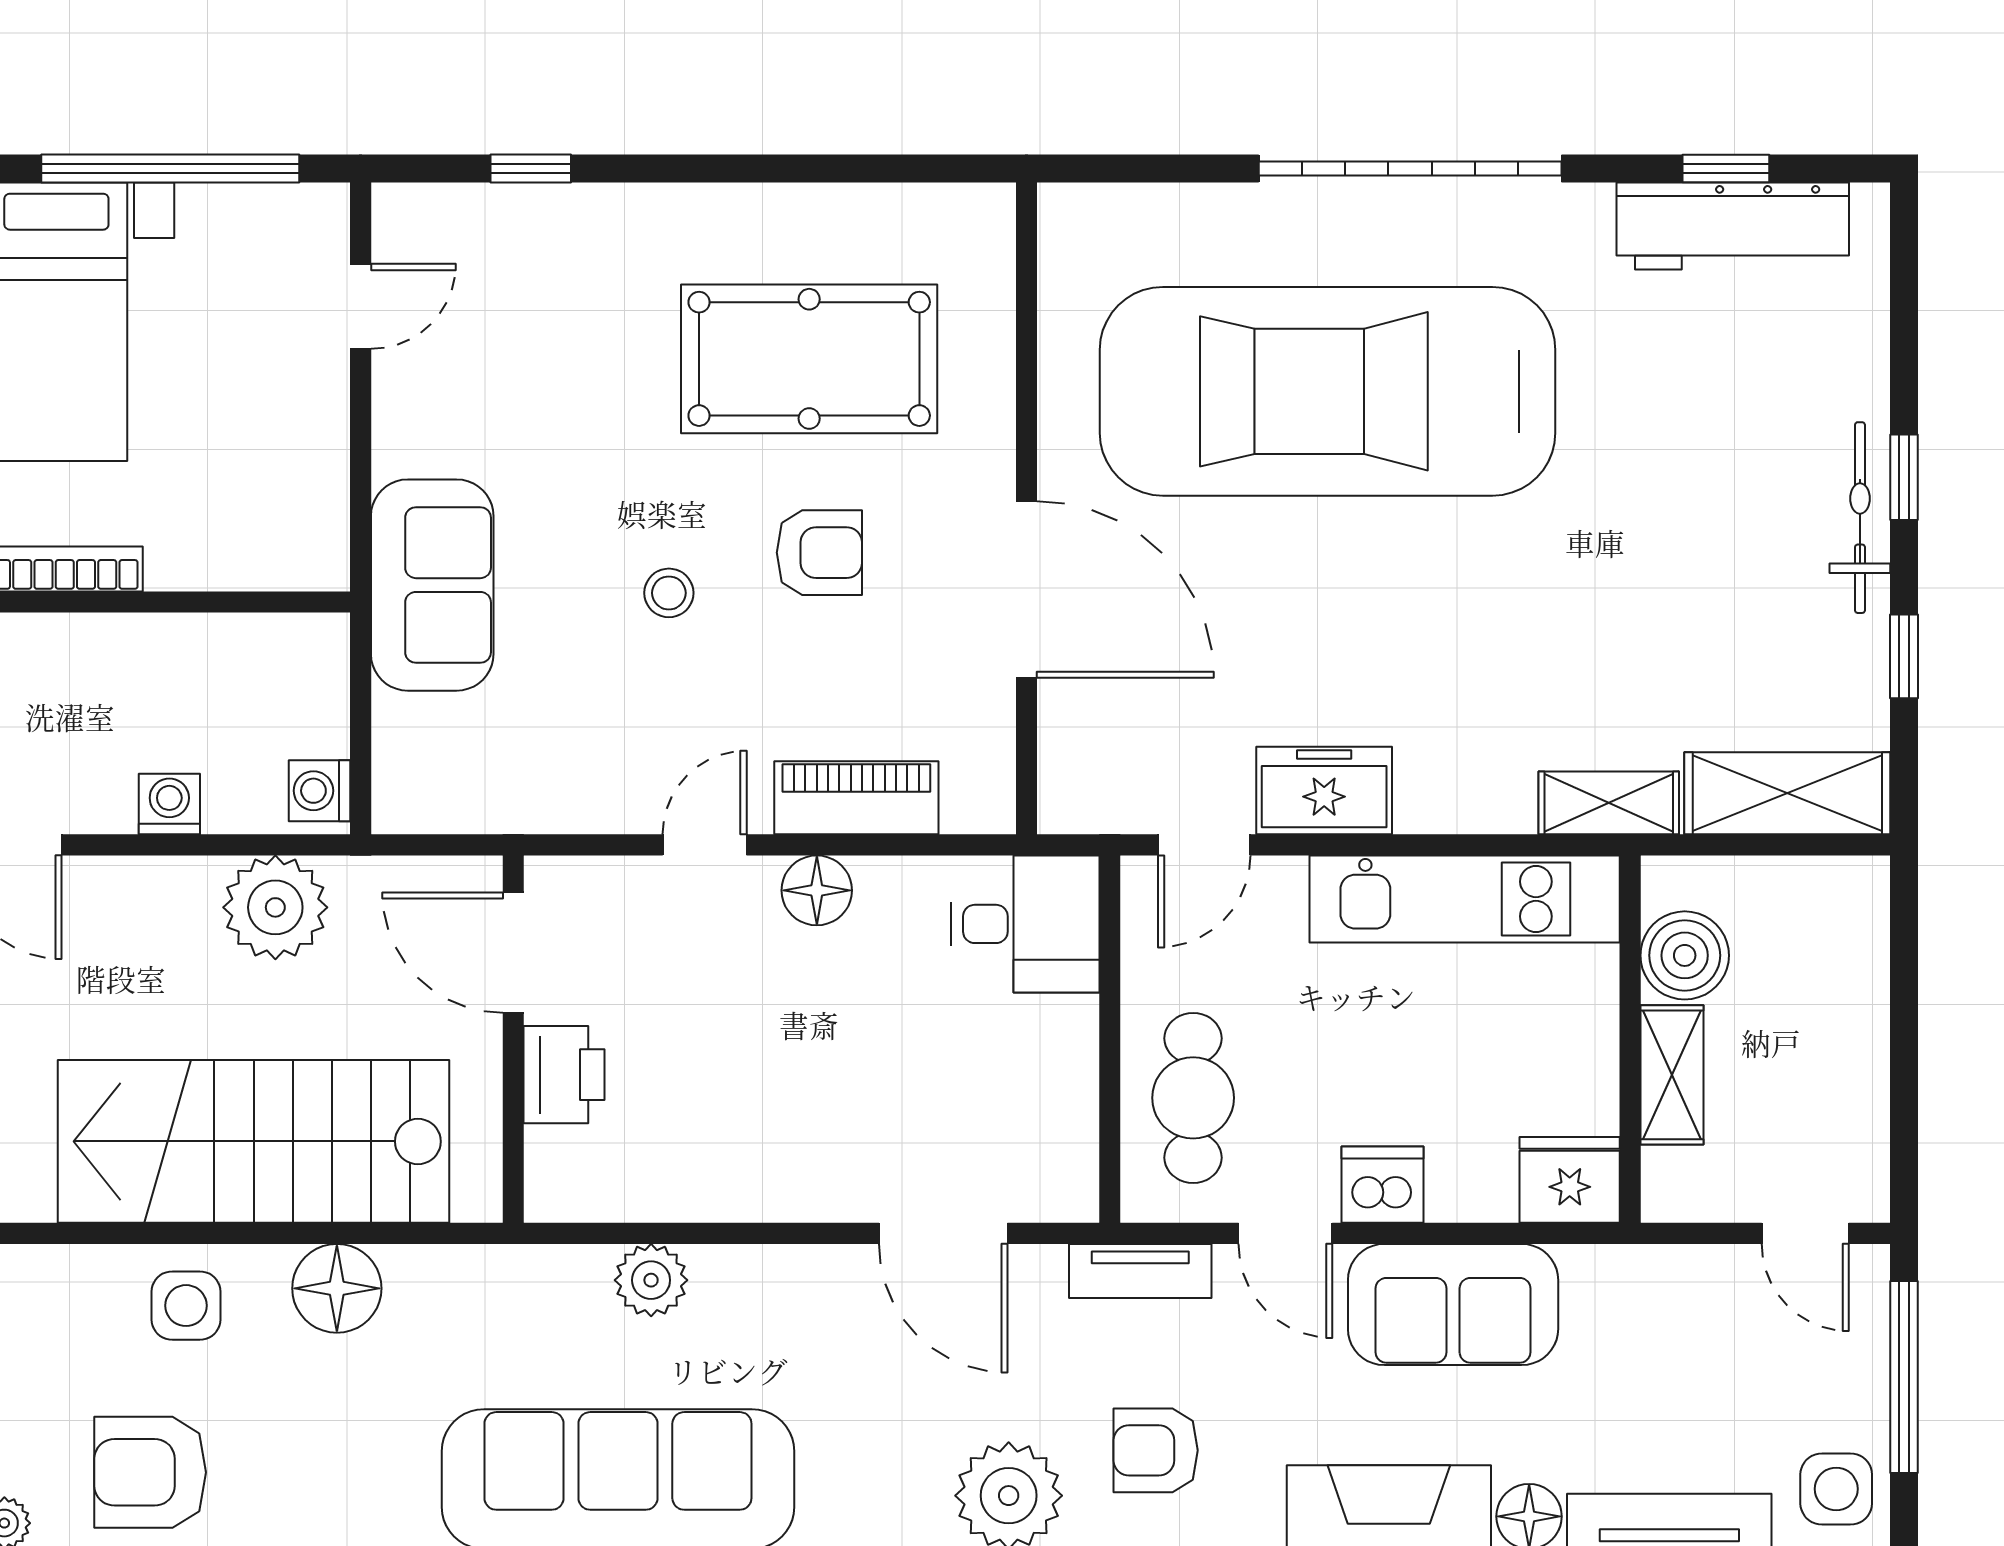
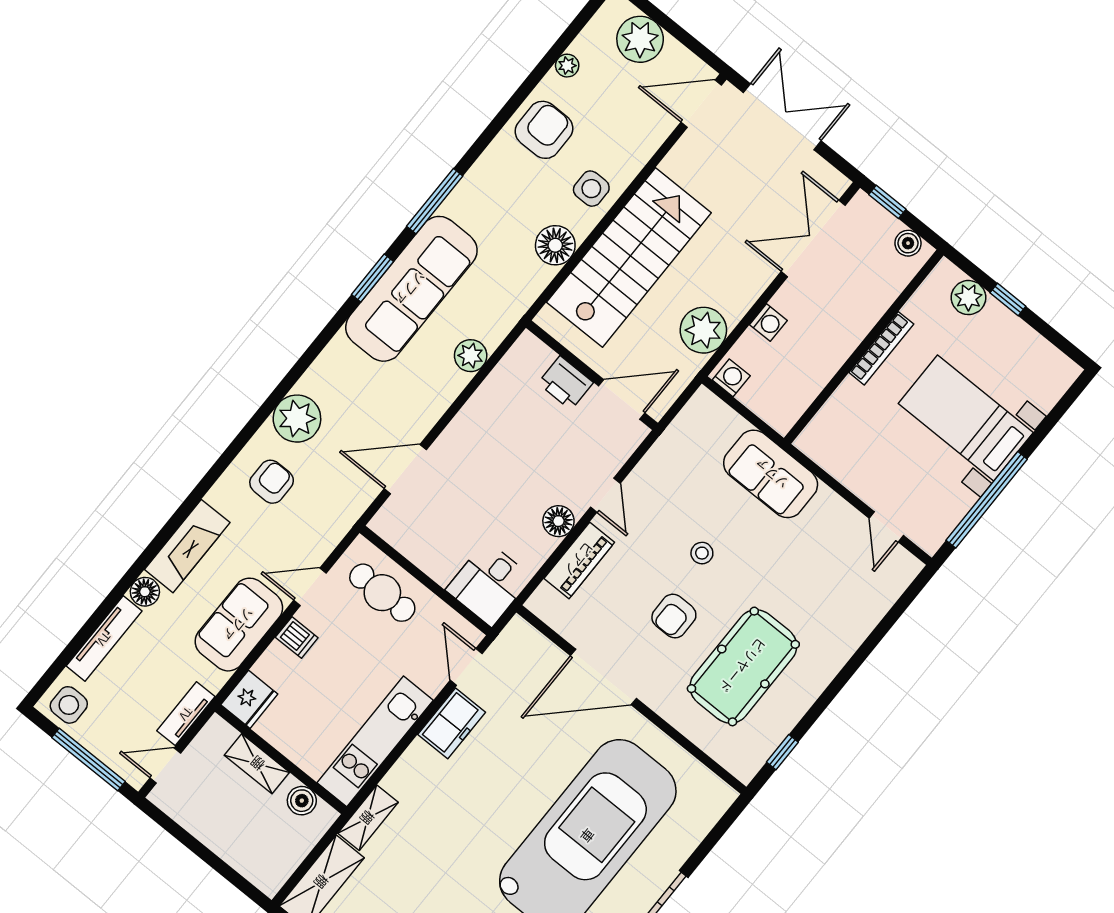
window: (531, 169) -> (782, 752), moved
boiler: (1685, 955) -> (302, 801), width x0.73, depth x0.73
dishwasher: (1382, 1185) -> (297, 638), width x0.73
tv unit: (1140, 1271) -> (186, 714), moved

